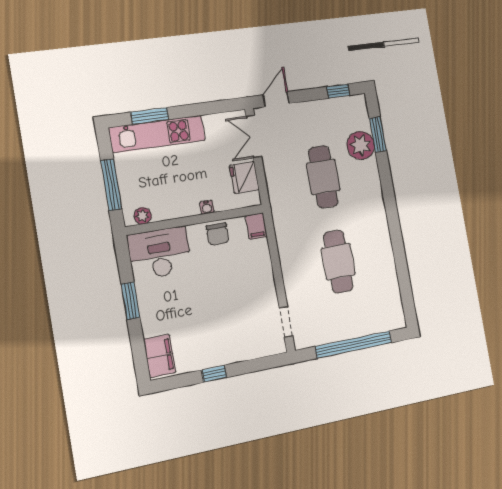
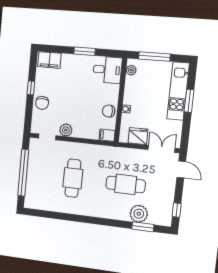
window: (150, 116) -> (189, 101), moved
desk: (160, 253) -> (107, 70), width x0.73
cafe table: (338, 261) -> (73, 178), turned 90
plant: (267, 295) -> (66, 130), added
chair: (234, 347) -> (42, 103), added

